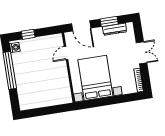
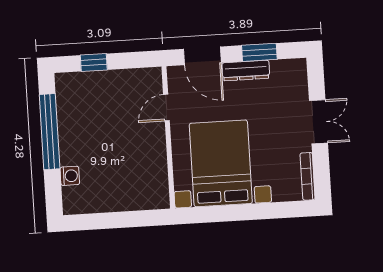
dresser: (115, 29) -> (246, 71), moved
washing machine: (15, 47) -> (70, 176), moved

